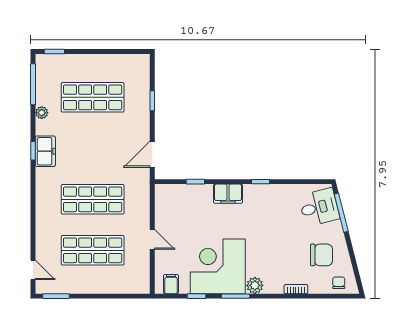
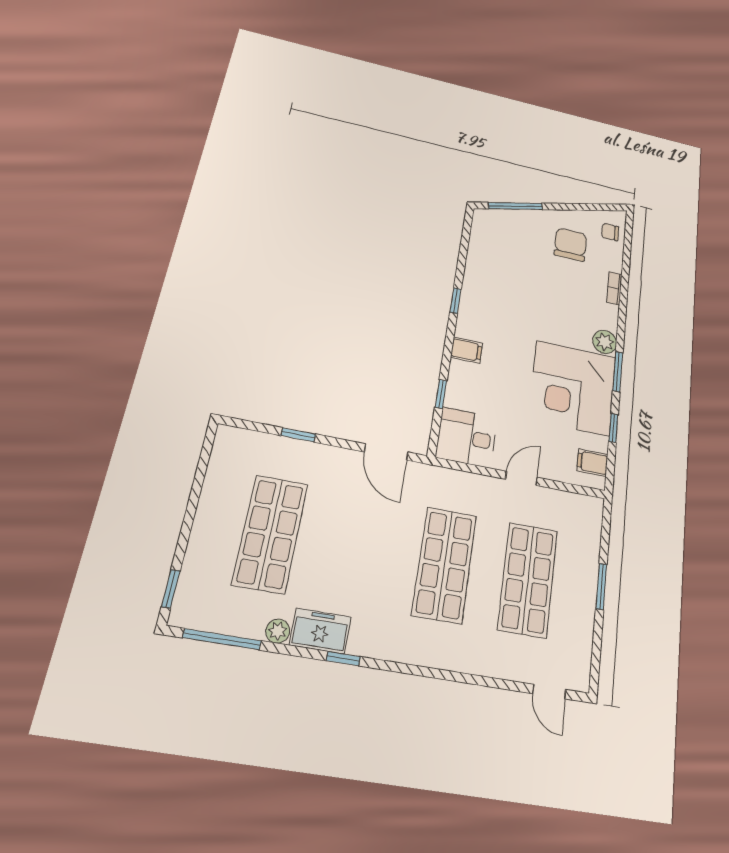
freezer: (45, 151) -> (320, 631), moved
filing cabinet: (228, 194) -> (467, 350), width x0.50
desk: (319, 207) -> (467, 437), moved, turned -76
door: (33, 270) -> (549, 692), swing flipped
window: (56, 296) -> (601, 586), moved

